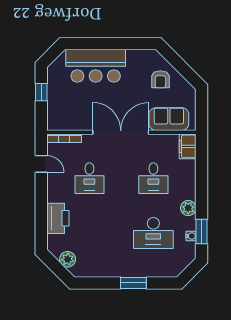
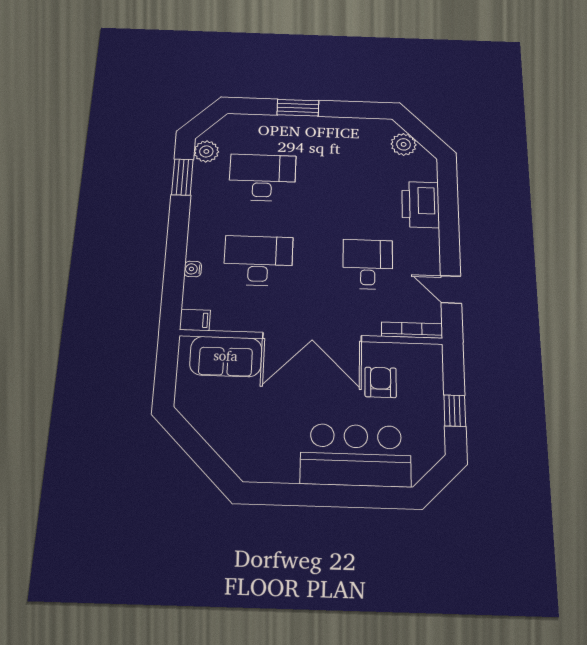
armchair: (160, 79) -> (381, 382), moved
filing cabinet: (188, 146) -> (195, 320), width x0.50
desk: (153, 178) -> (258, 261), width x1.37
plant: (188, 208) -> (206, 151), moved
water cooler: (191, 236) -> (193, 269), moved

